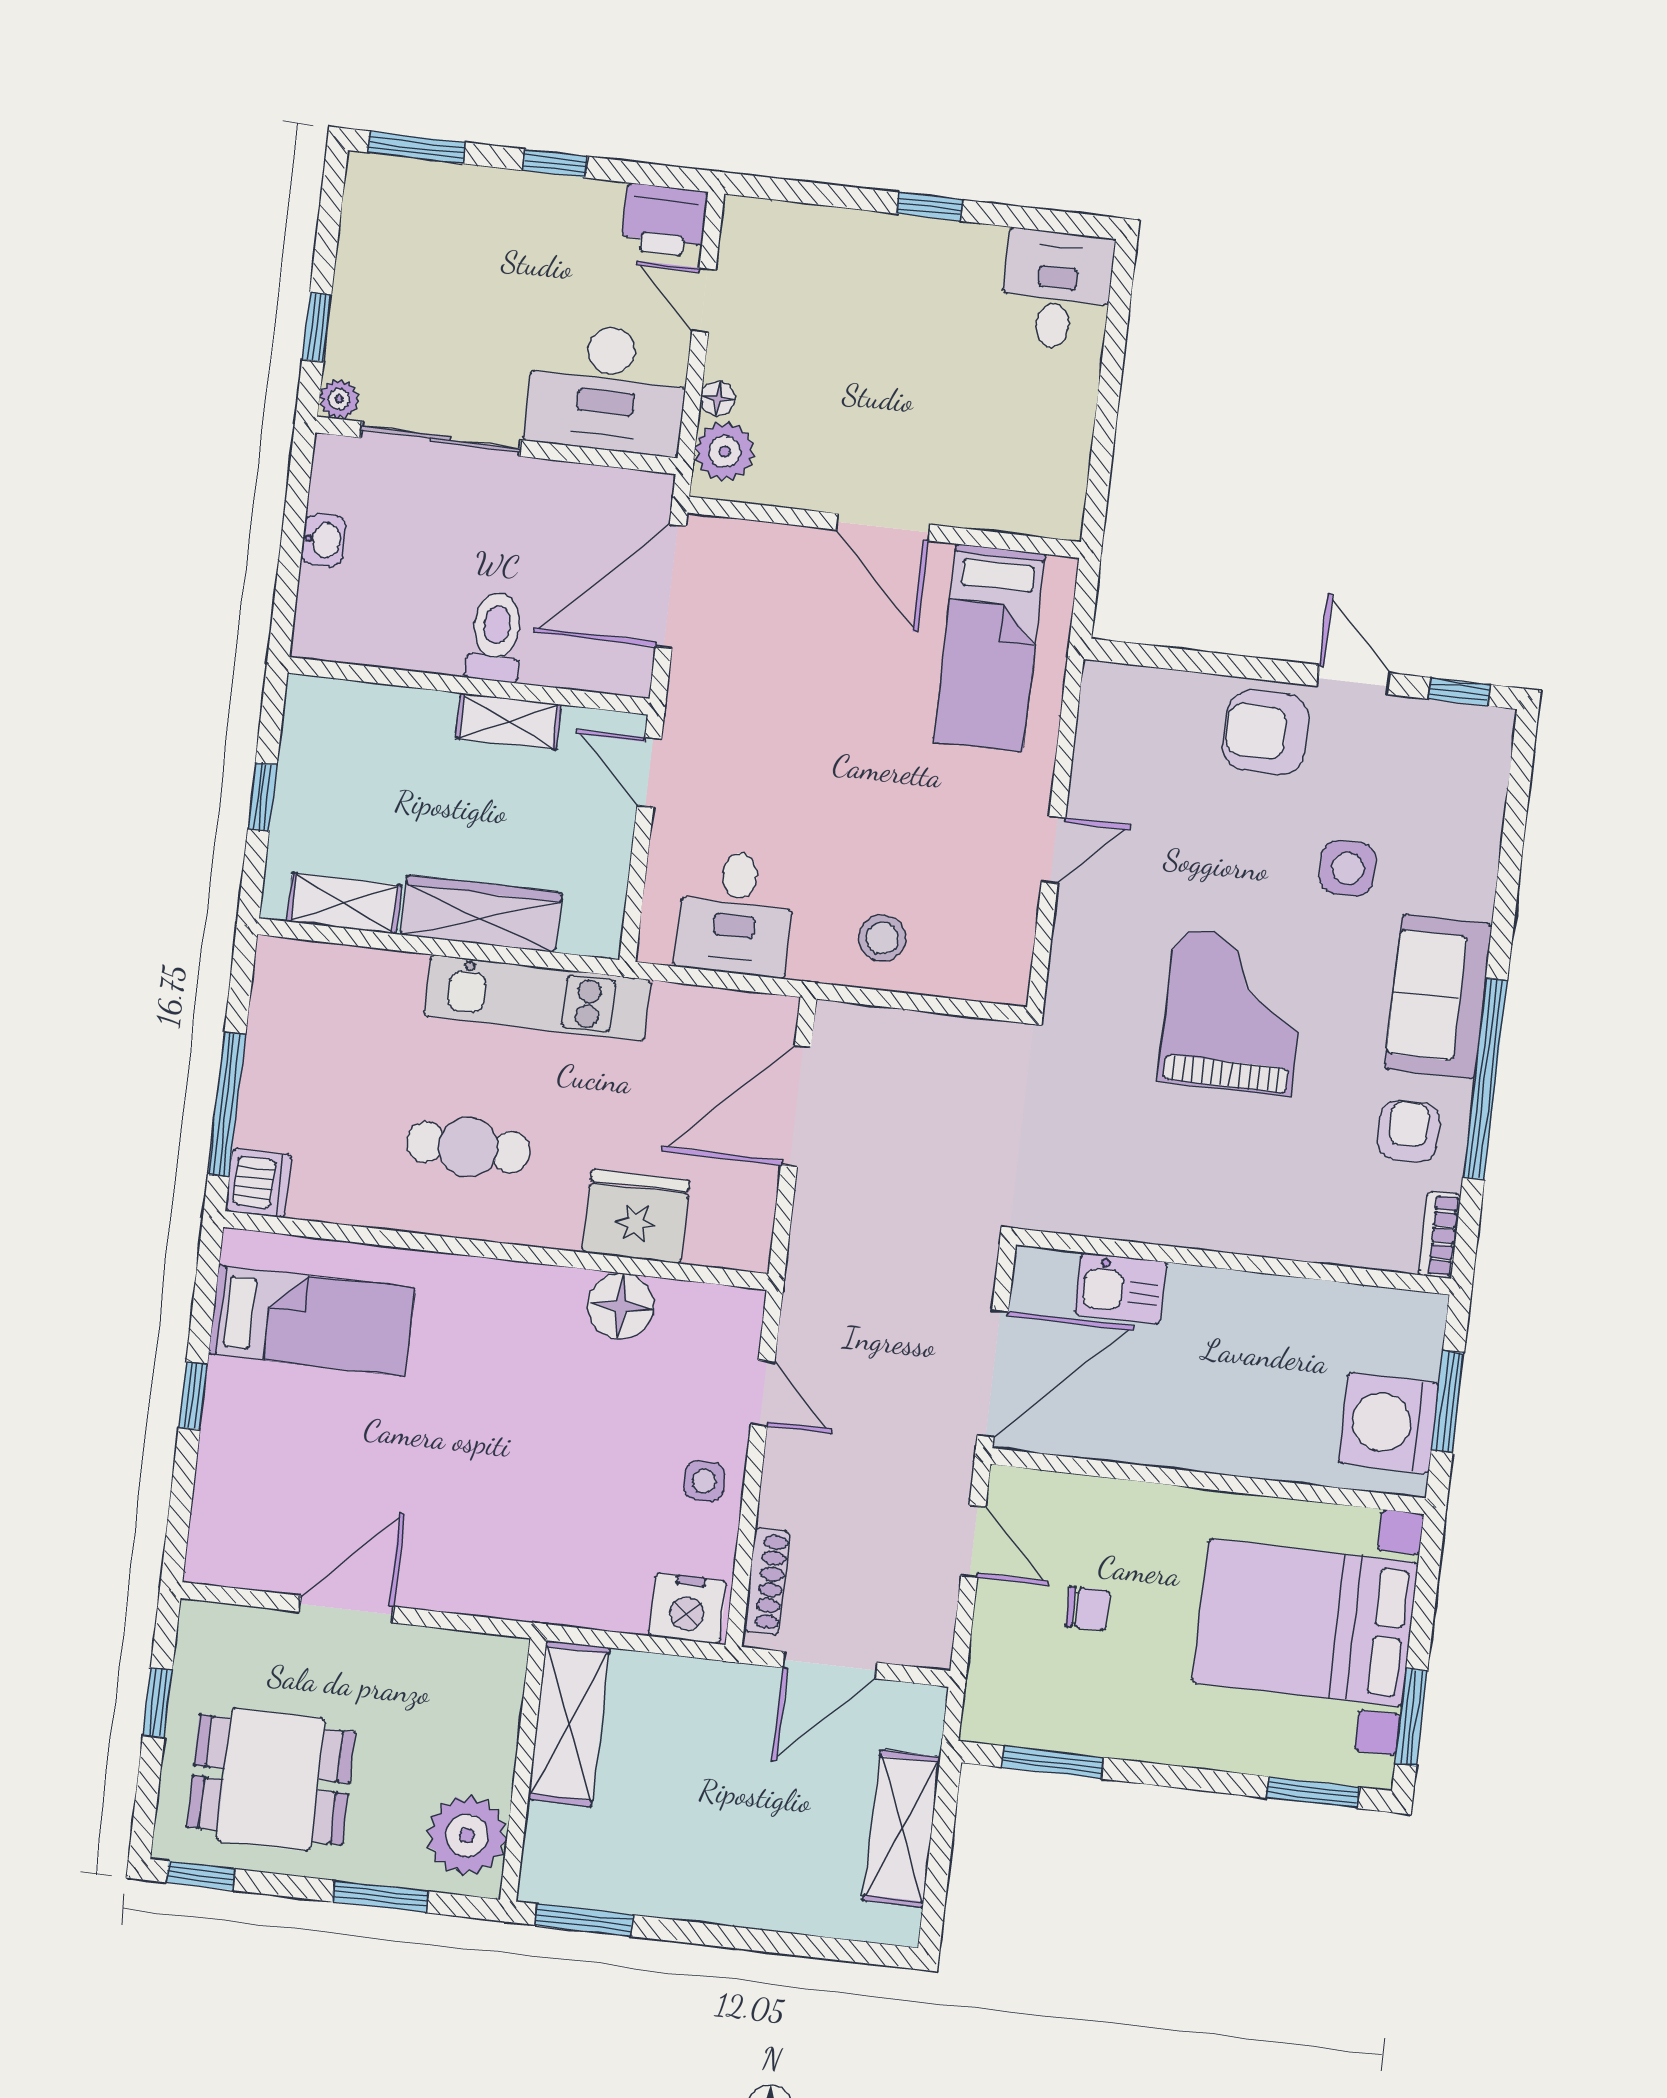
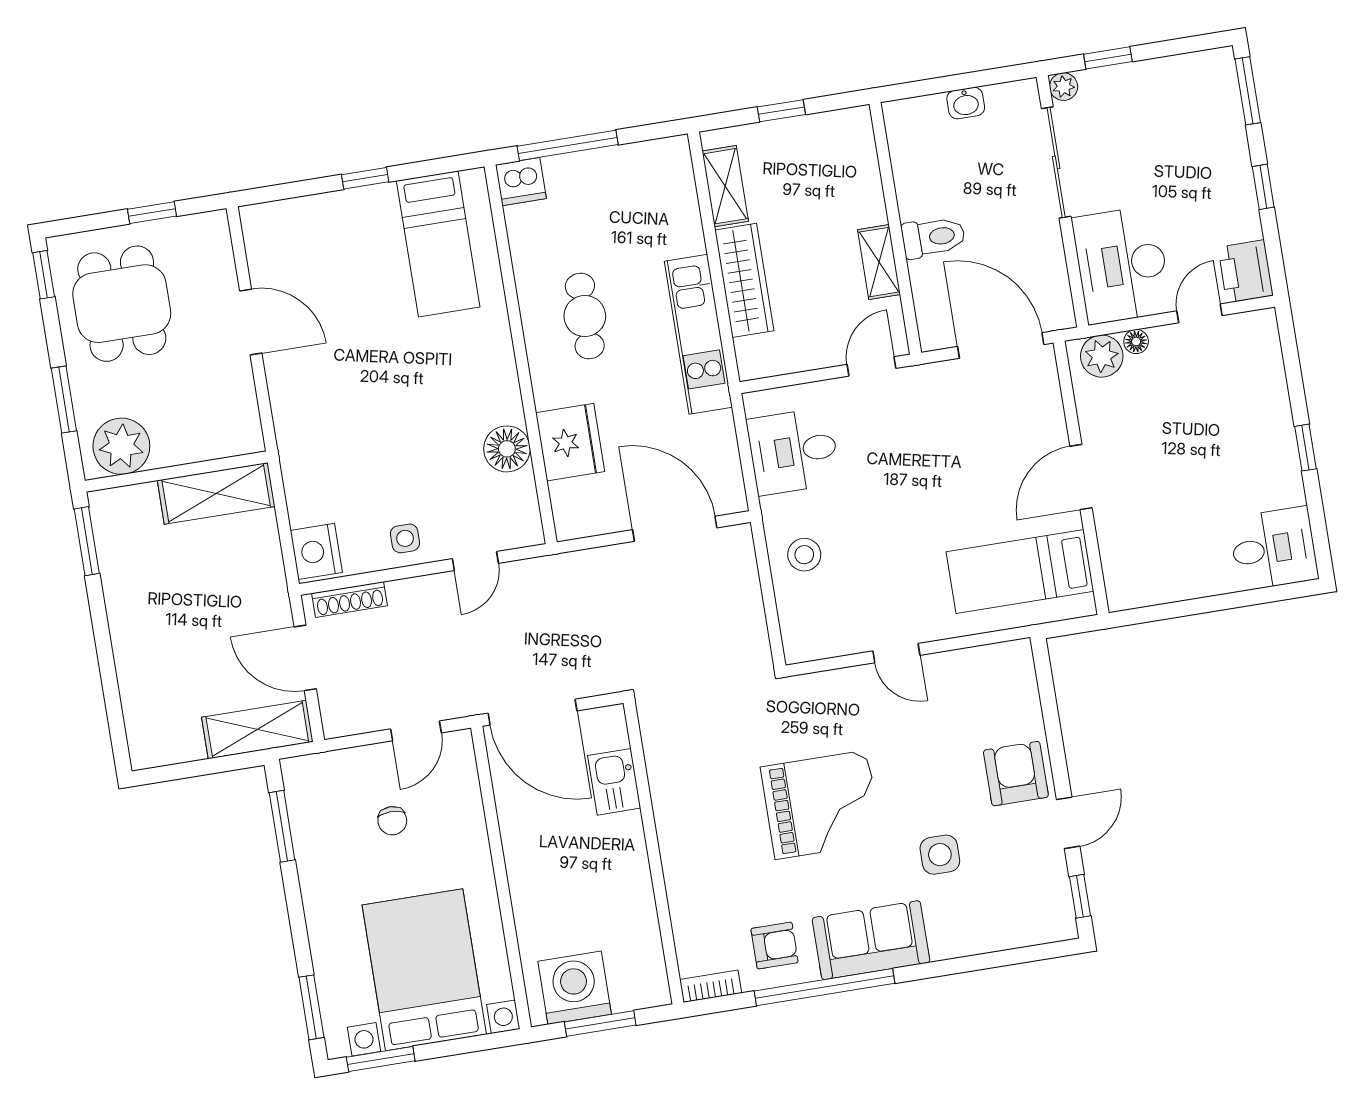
shelving: (902, 1829) -> (257, 730), moved

